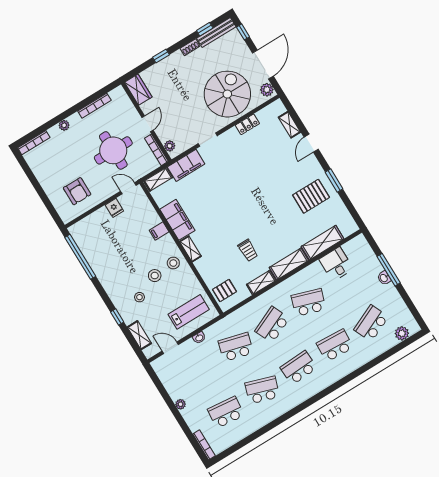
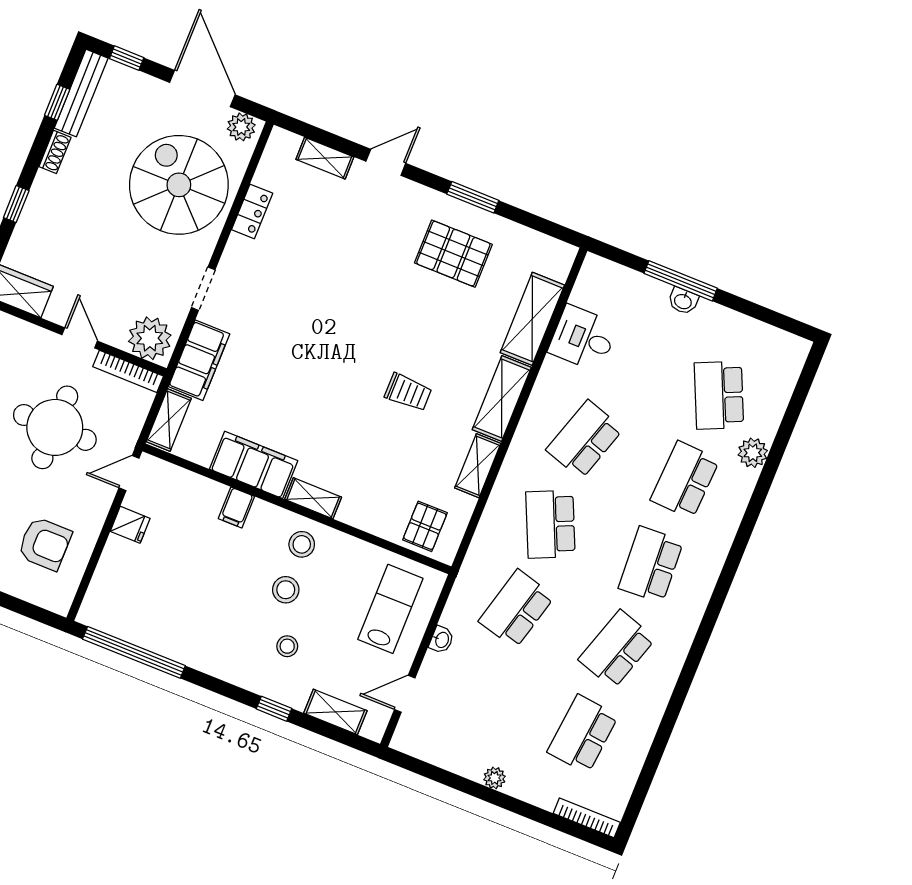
door: (311, 143) -> (386, 162), swing flipped
plant: (170, 146) -> (150, 338), width x1.87, depth x1.87
pallet: (311, 196) -> (453, 254), turned 90
trolley: (248, 250) -> (408, 392), moved
plant: (402, 333) -> (753, 453), moved

